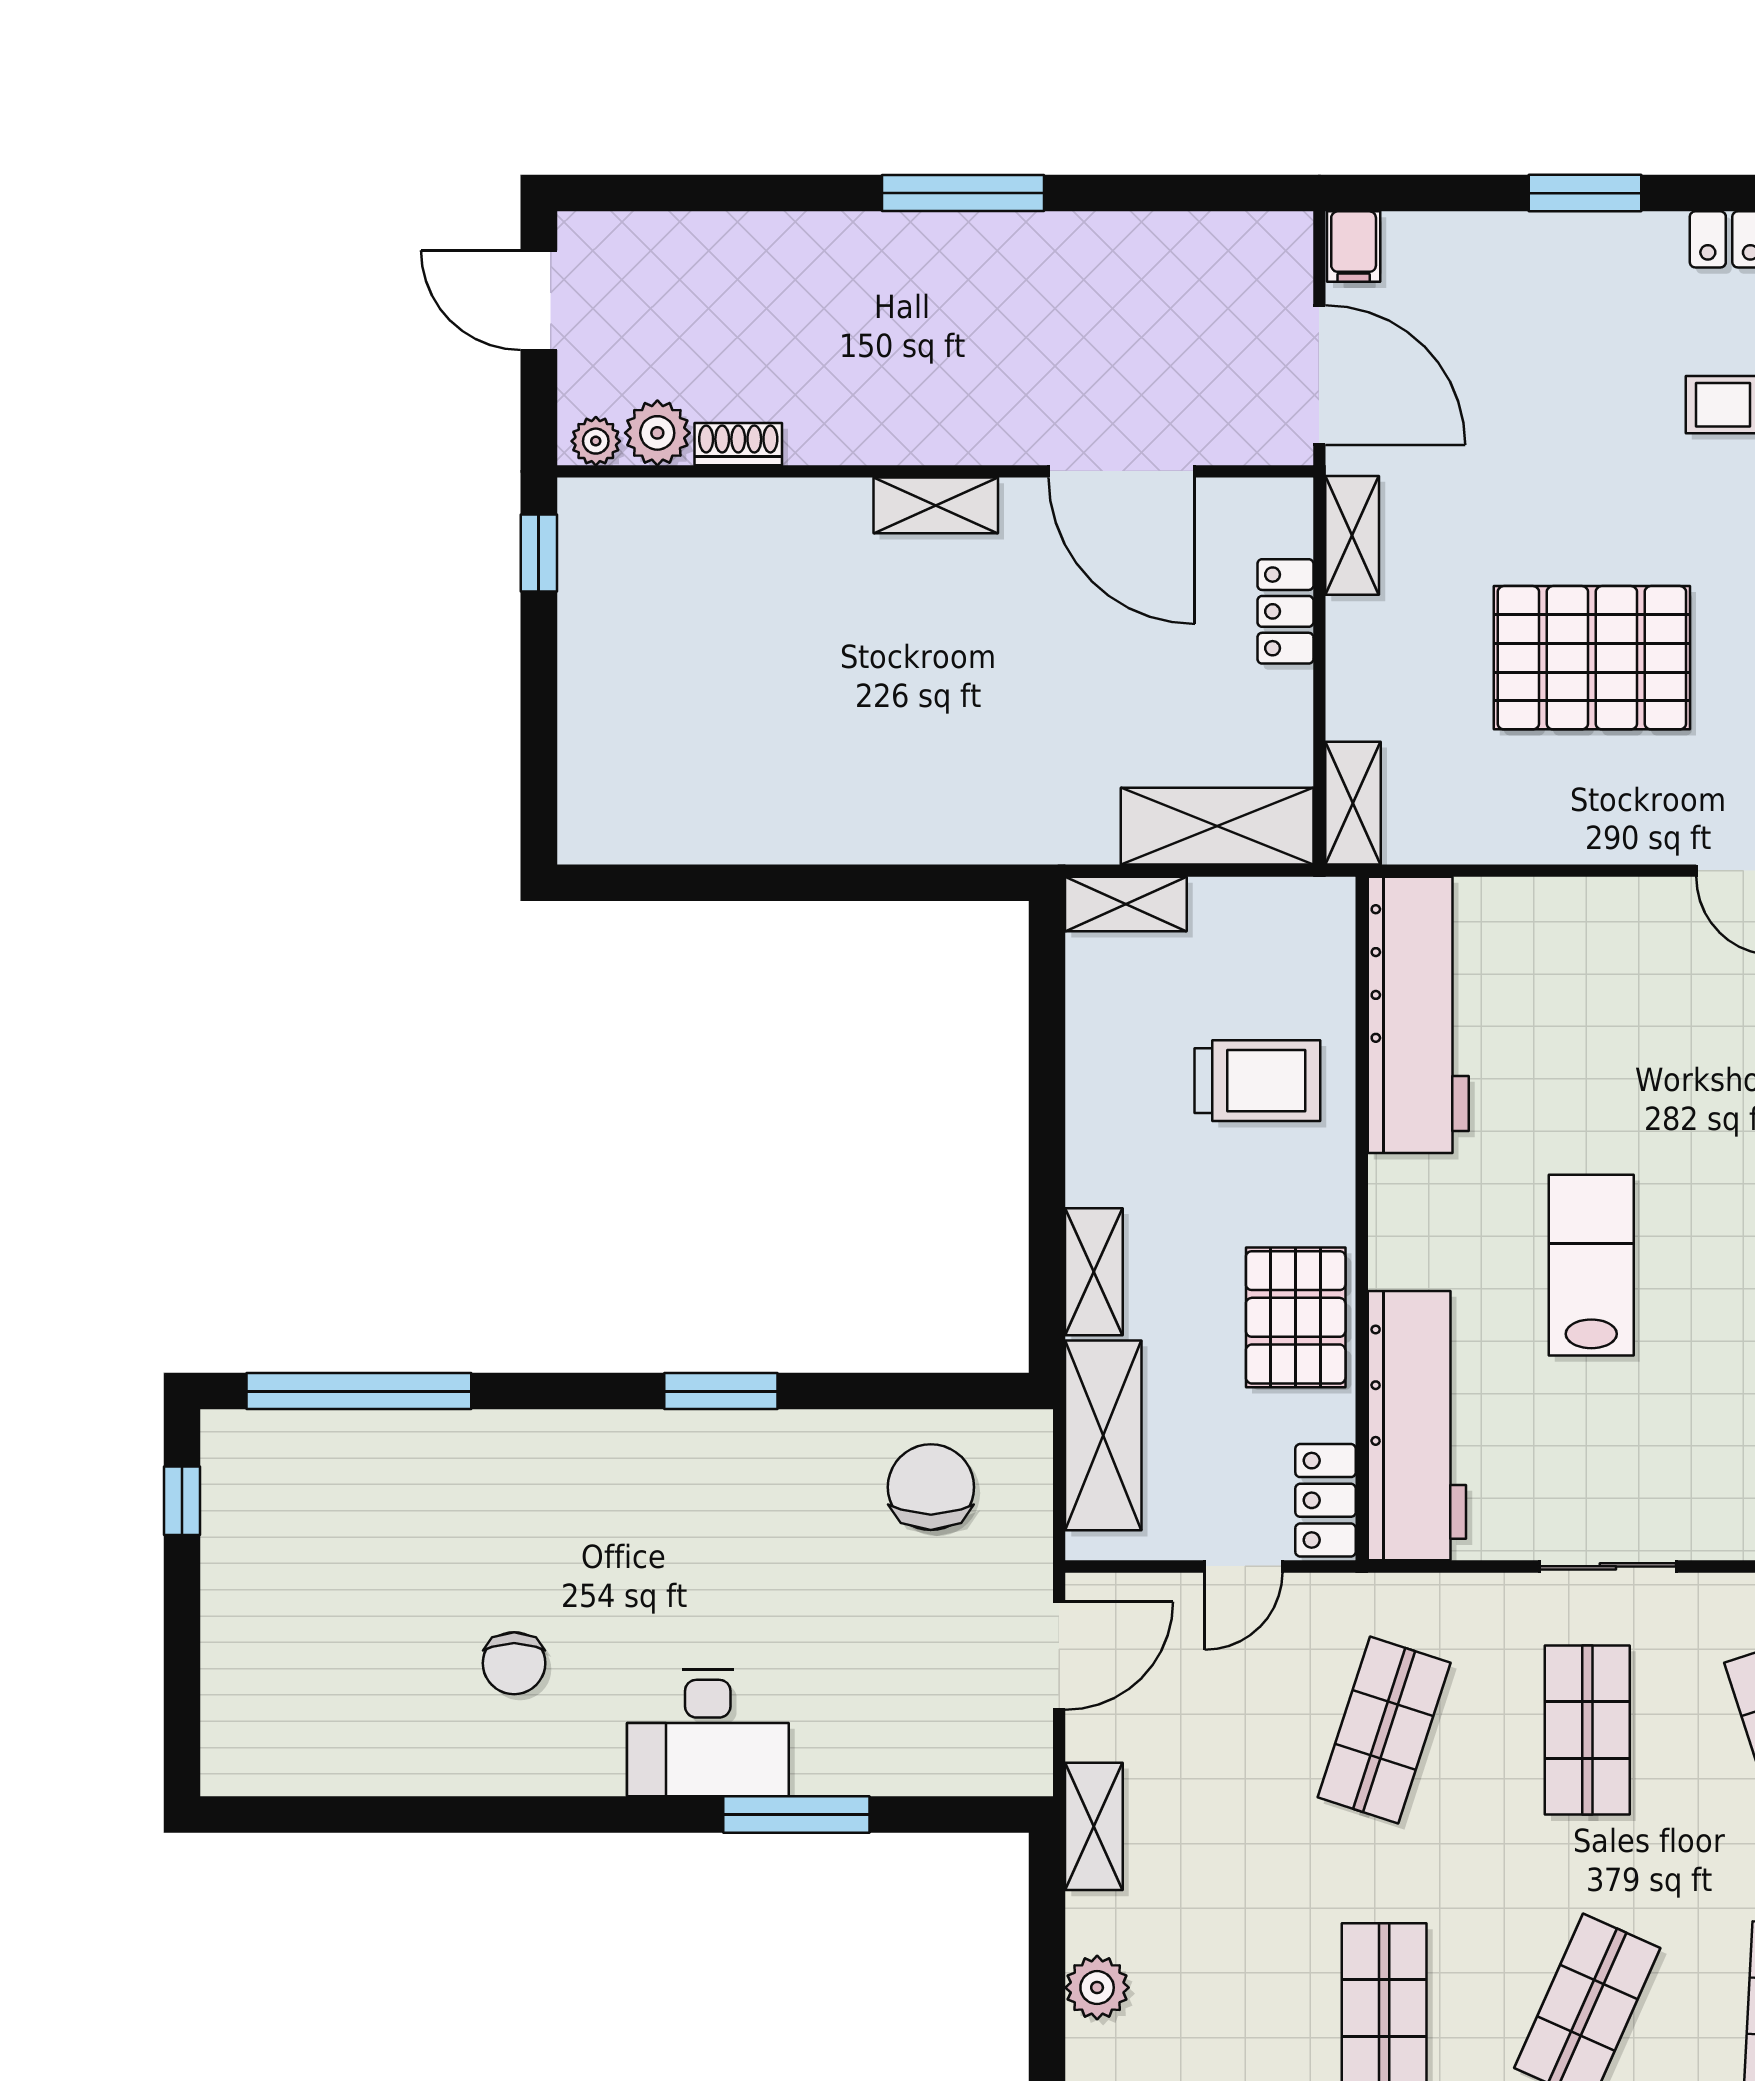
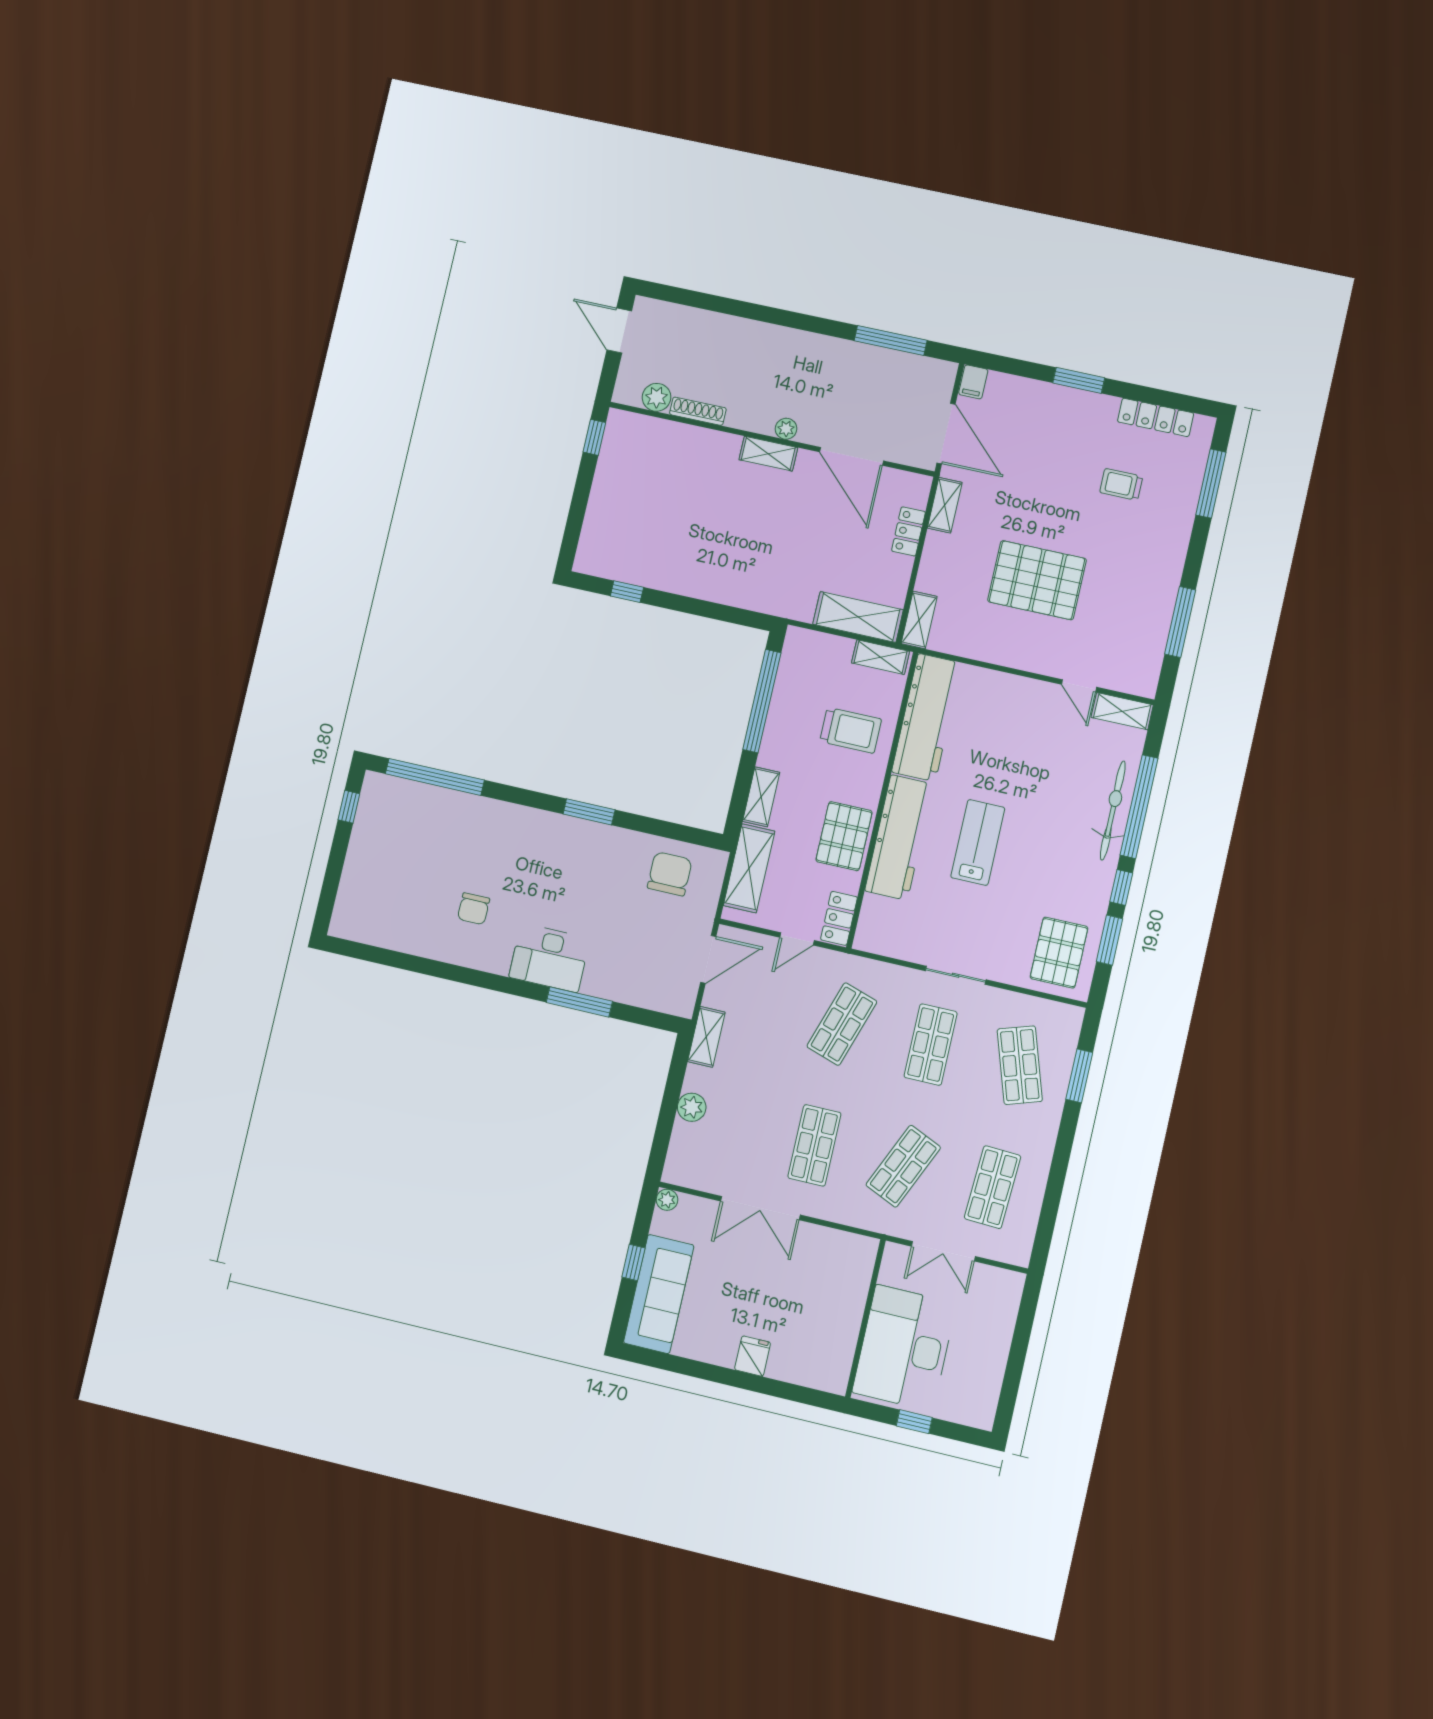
window: (963, 193) -> (891, 341), moved
plant: (596, 441) -> (786, 429), moved
shoe rack: (738, 444) -> (698, 411), width x1.43
window: (692, 883) -> (627, 592), added
shelving: (1126, 904) -> (881, 657), moved
window: (1047, 1060) -> (762, 701), added
workbench: (1417, 1426) -> (899, 837), moved

